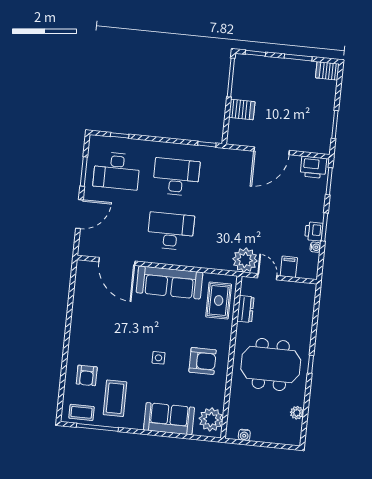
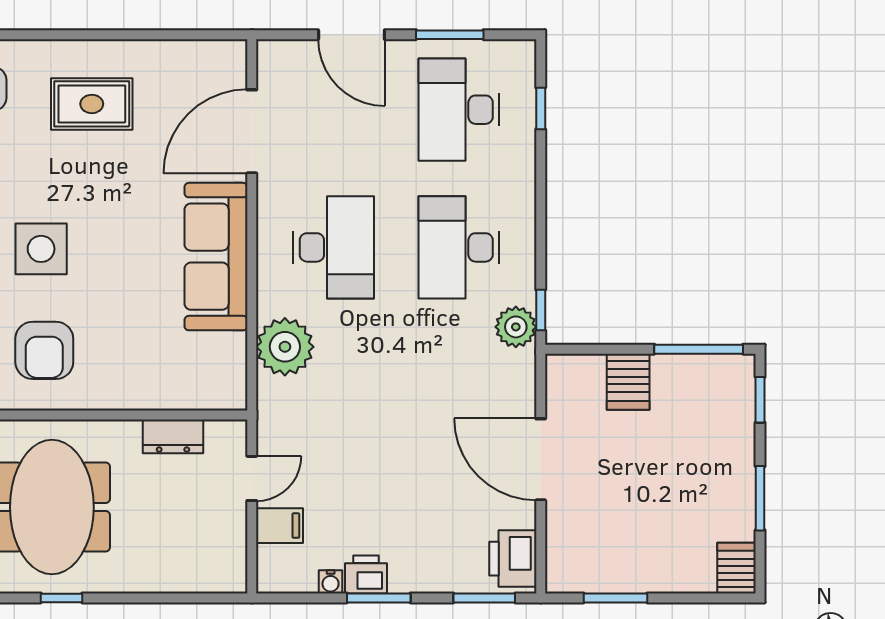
plant: (213, 156) -> (516, 327), added
desk: (176, 177) -> (459, 247), turned 180
plant: (245, 260) -> (285, 347), moved
rug: (219, 301) -> (92, 104), moved
side table: (158, 358) -> (41, 249), width x1.87, depth x1.87

